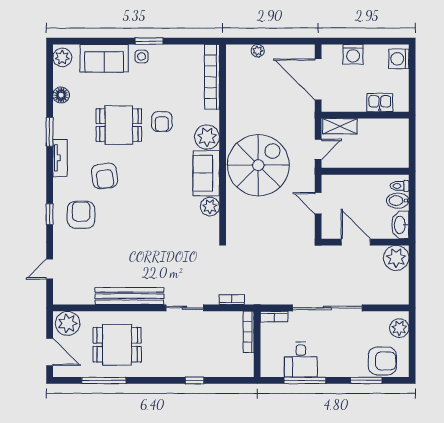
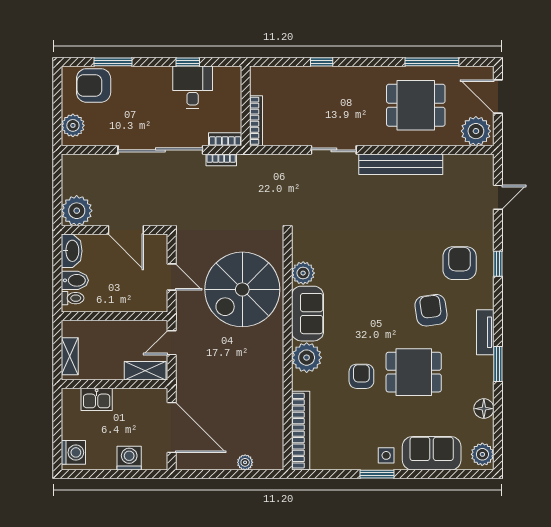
shelving: (402, 138) -> (70, 356), added
spiral stairs: (258, 165) -> (242, 289), moved
armchair: (81, 215) -> (460, 263), turned 180
bookcase: (232, 300) -> (221, 160), moved
window: (305, 380) -> (188, 62), width x0.46

